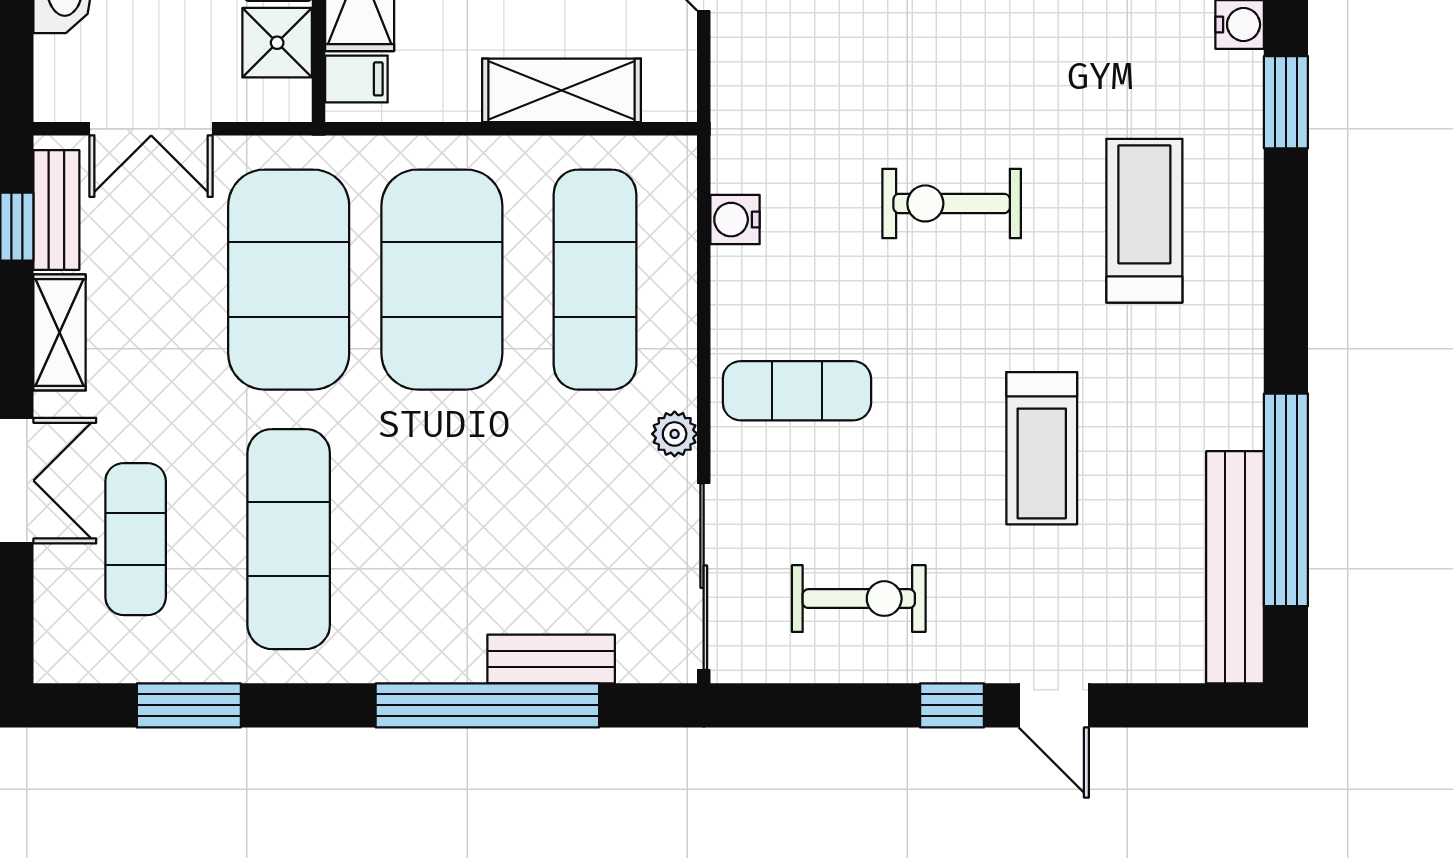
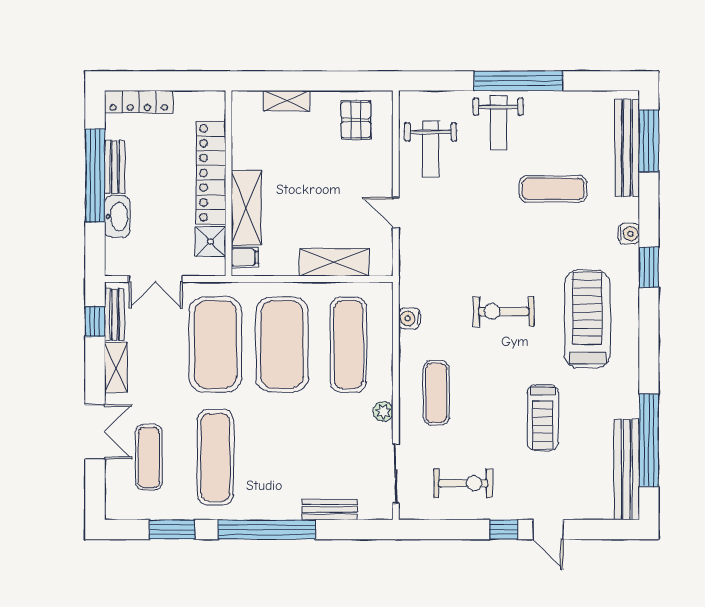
treadmill: (1144, 221) -> (587, 319), width x1.37, depth x1.38
exercise mat: (797, 391) -> (436, 393), turned 90
sliding door: (704, 577) -> (396, 474), width x0.73
window: (487, 705) -> (267, 530), moved

